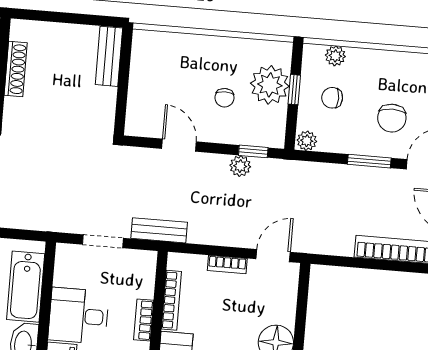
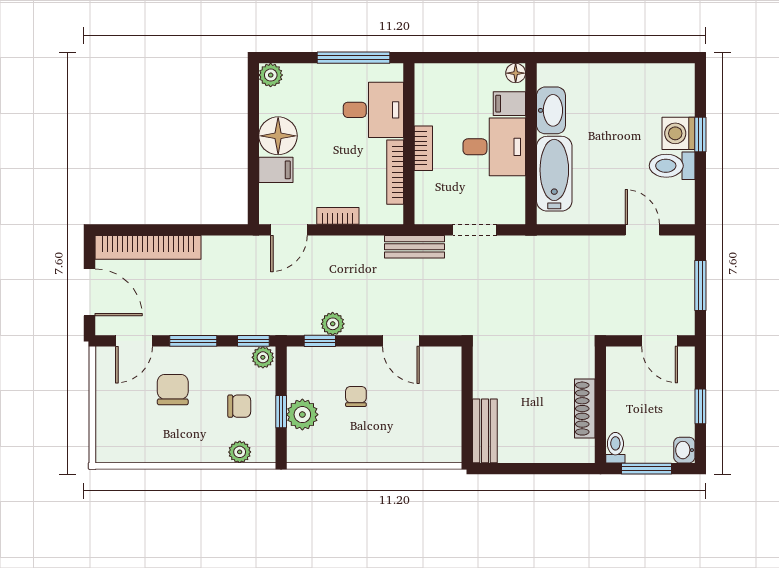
plant: (270, 85) -> (302, 415), width x0.73, depth x0.73
window: (314, 156) -> (253, 341), added
filing cabinet: (280, 312) -> (276, 170), added

